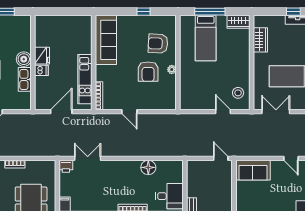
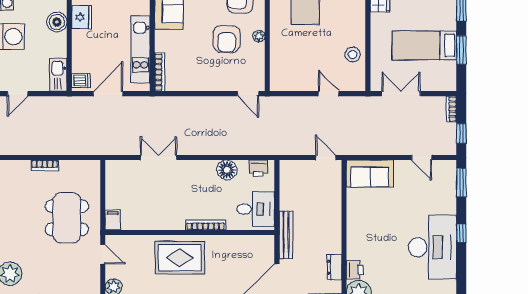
dishwasher: (41, 70) -> (81, 81), moved
kitchen sink: (25, 79) -> (58, 75), moved
stool: (238, 93) -> (353, 55), moved
door: (129, 112) -> (248, 94), moved
double door: (88, 158) -> (159, 157), moved
printer: (66, 166) -> (258, 168), moved

